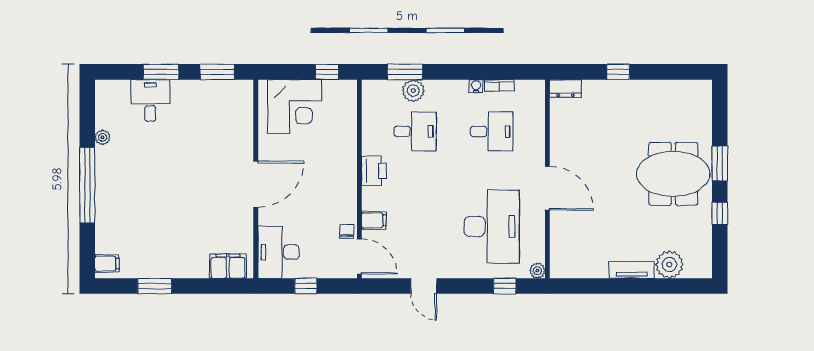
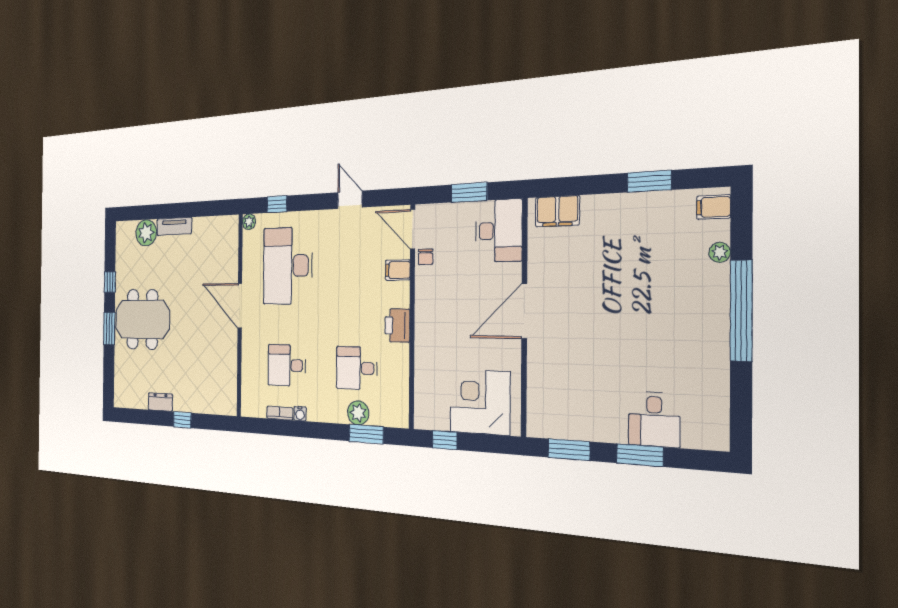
dresser: (566, 89) -> (160, 402), moved
plant: (103, 137) -> (720, 252), moved
window: (306, 286) -> (469, 192), width x1.50

